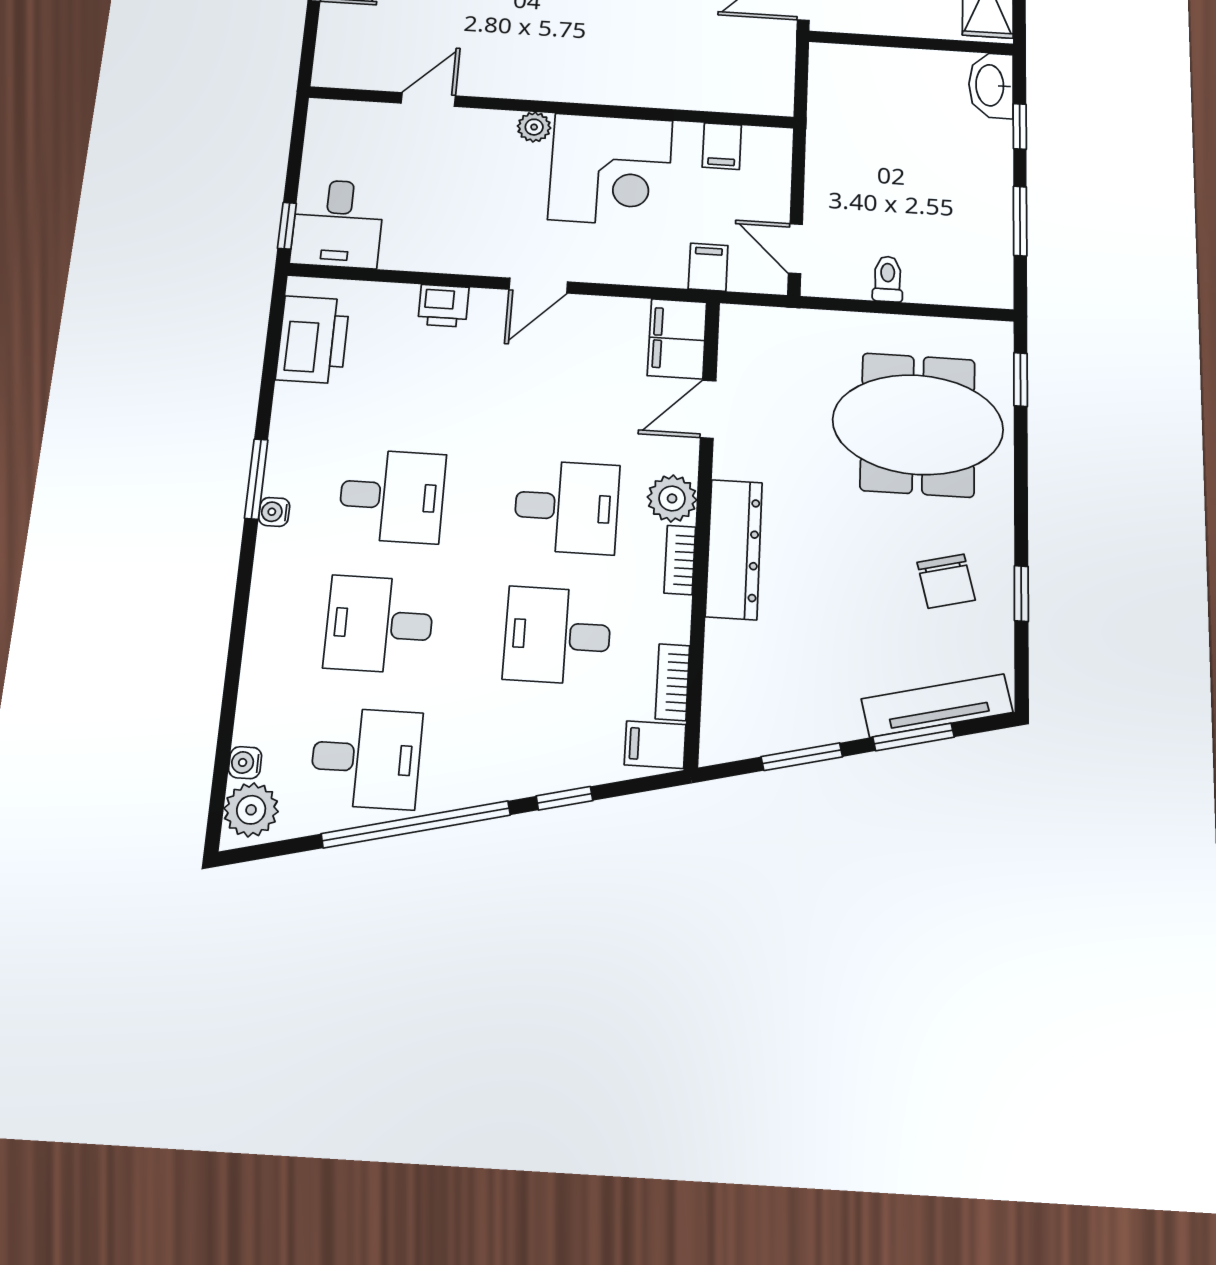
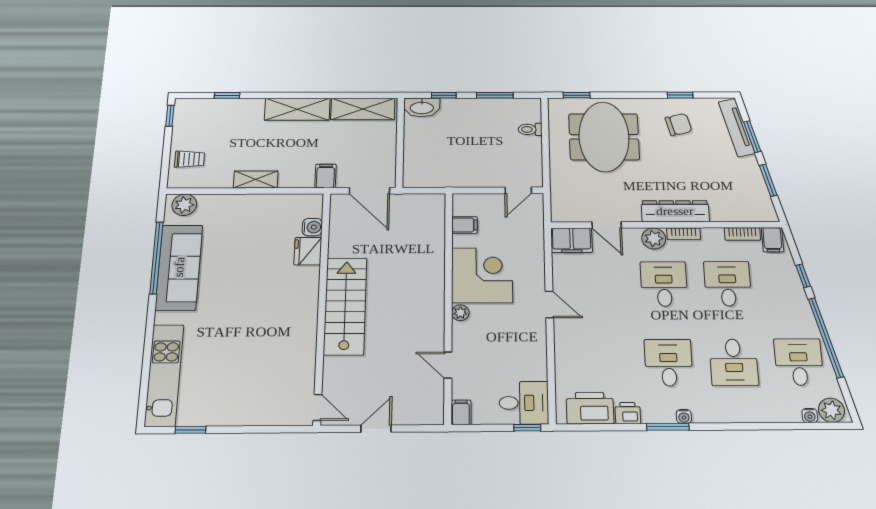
filing cabinet: (708, 267) -> (461, 412), moved, turned 90
toilet: (888, 279) -> (530, 129), moved
printer: (443, 306) -> (628, 413), moved, turned -90
desk: (558, 636) -> (728, 284), turned 180

